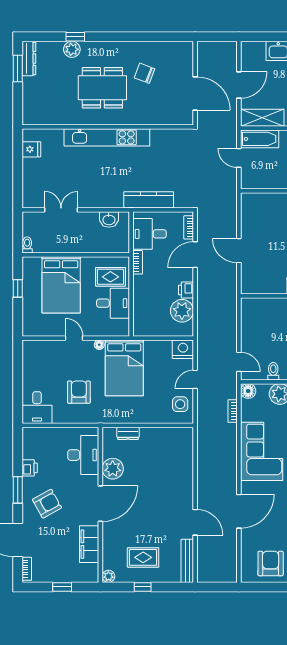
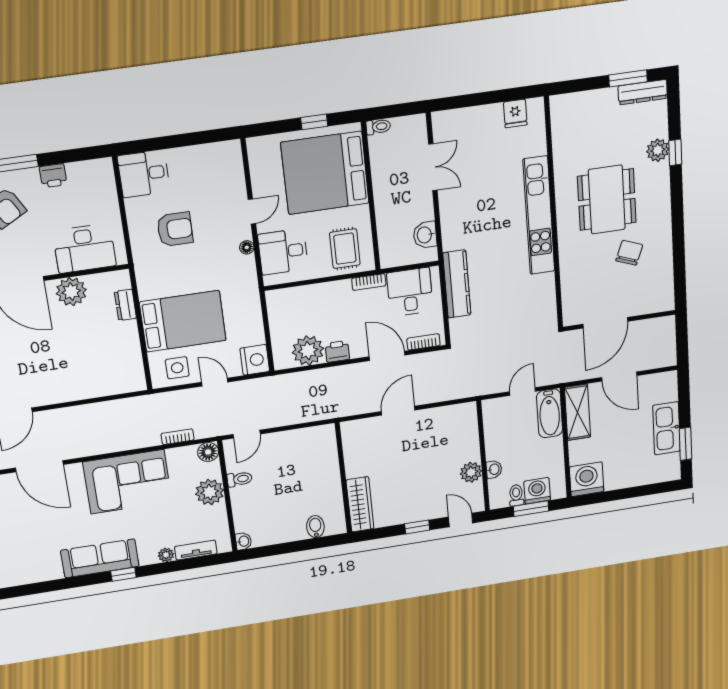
bed: (61, 285) -> (325, 173), width x1.36
desk: (113, 303) -> (283, 252), moved, turned 90
bed: (124, 368) -> (183, 321), moved, turned 180

